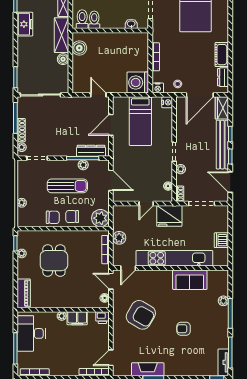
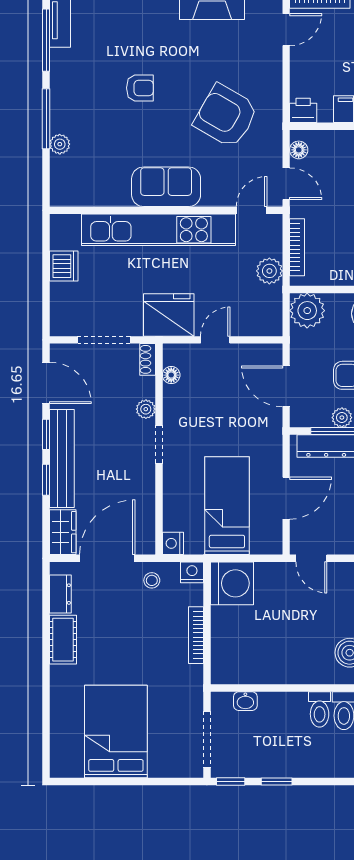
sofa: (190, 280) -> (166, 187), moved

